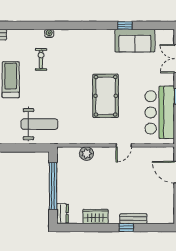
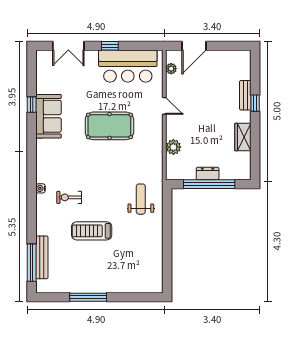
sofa: (135, 41) -> (48, 116), moved
weight bench: (39, 124) -> (141, 199), width x0.73, depth x0.75
plant: (157, 152) -> (171, 69), added
dresser: (63, 214) -> (208, 174), moved

